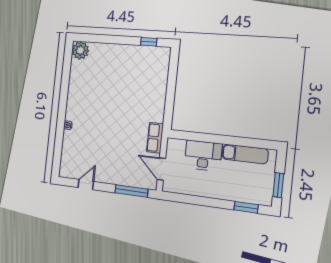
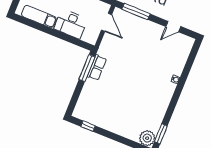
window: (67, 60) -> (161, 134), added
window: (169, 108) -> (87, 68), added
row of seats: (155, 138) -> (97, 68), moved

